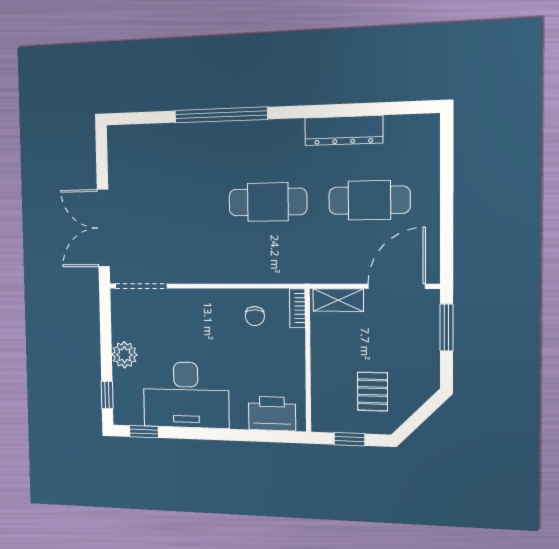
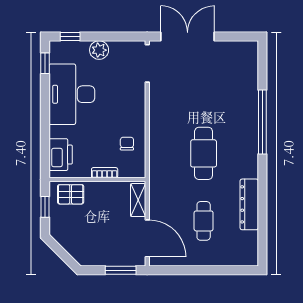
cafe table: (369, 200) -> (204, 221), width x0.73, depth x0.74
bookcase: (297, 308) -> (105, 173), moved
chair: (255, 316) -> (127, 144), turned 90
pallet: (372, 392) -> (71, 194), moved

